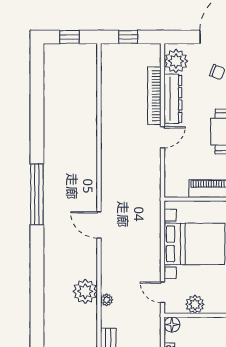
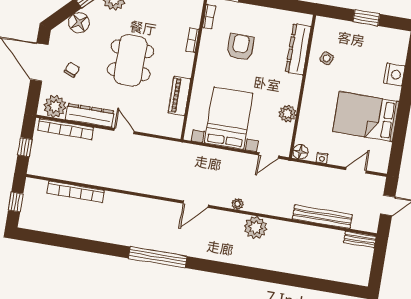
bookcase: (154, 96) -> (66, 129), moved
bookcase: (91, 97) -> (76, 192), added
plant: (107, 300) -> (238, 204), moved
plant: (195, 304) -> (287, 114), moved

